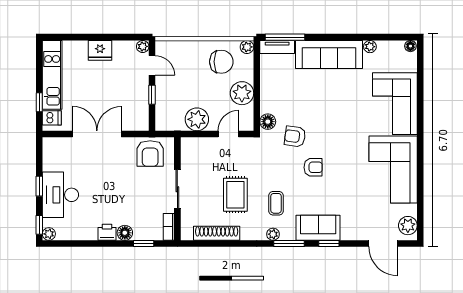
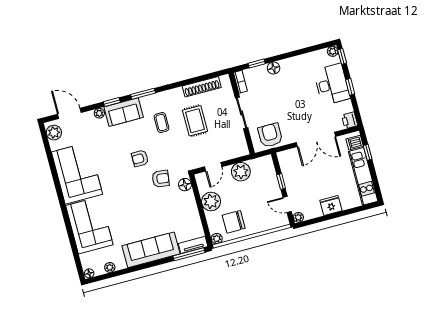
plant: (370, 47) -> (110, 267), moved
printer: (107, 232) -> (350, 120), moved, turned 90
plant: (273, 234) -> (99, 113), moved

